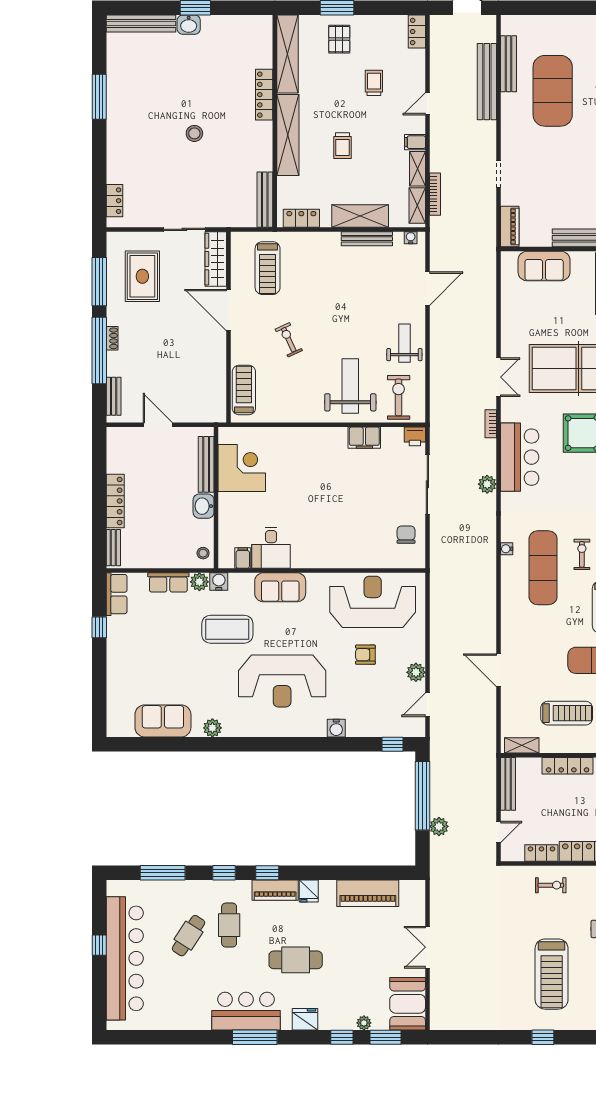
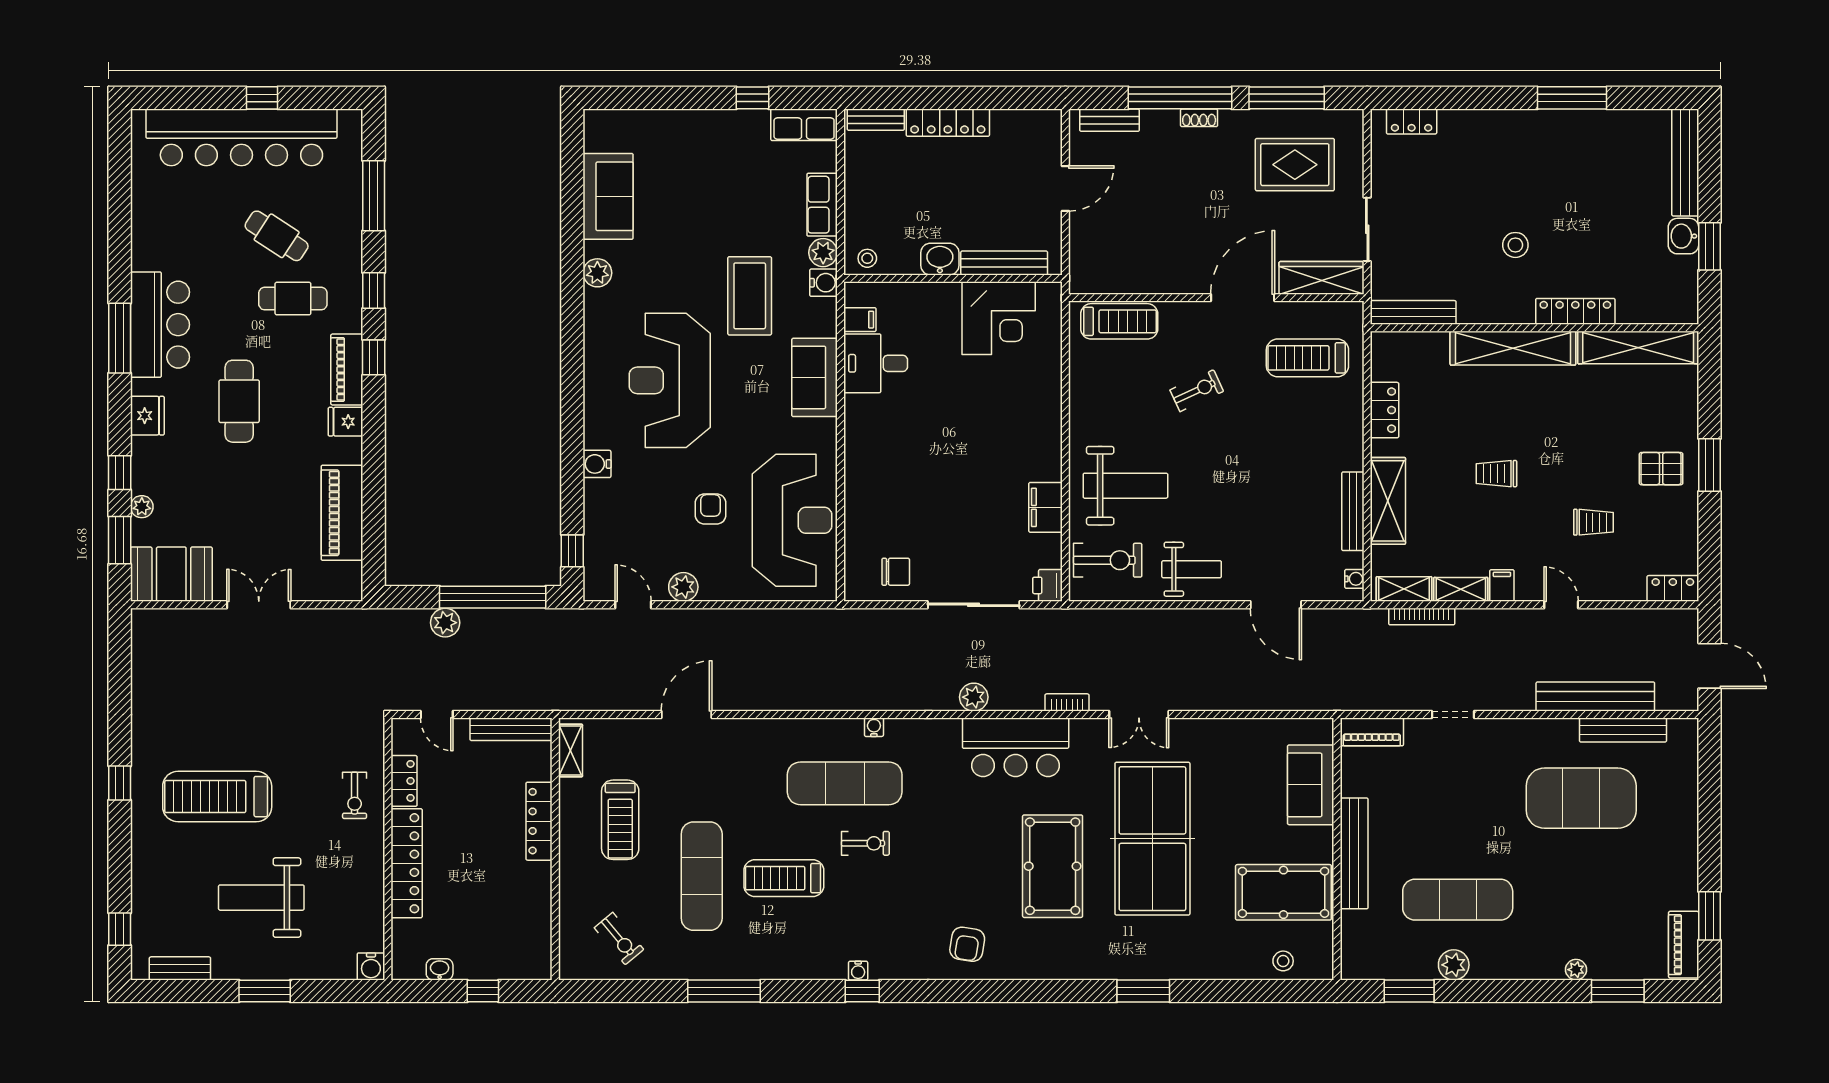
shelving: (287, 54) -> (1638, 347), moved
locker: (264, 95) -> (1575, 311), moved
wall: (275, 121) -> (1535, 328), moved
shelving: (288, 135) -> (1513, 348), moved
bench: (265, 200) -> (1413, 312), moved

